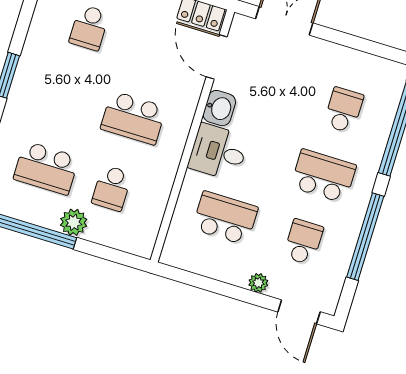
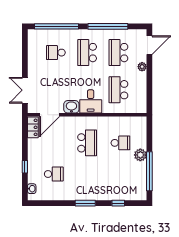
school desk: (46, 168) -> (120, 174), removed
school desk: (303, 242) -> (118, 53), width x1.85

